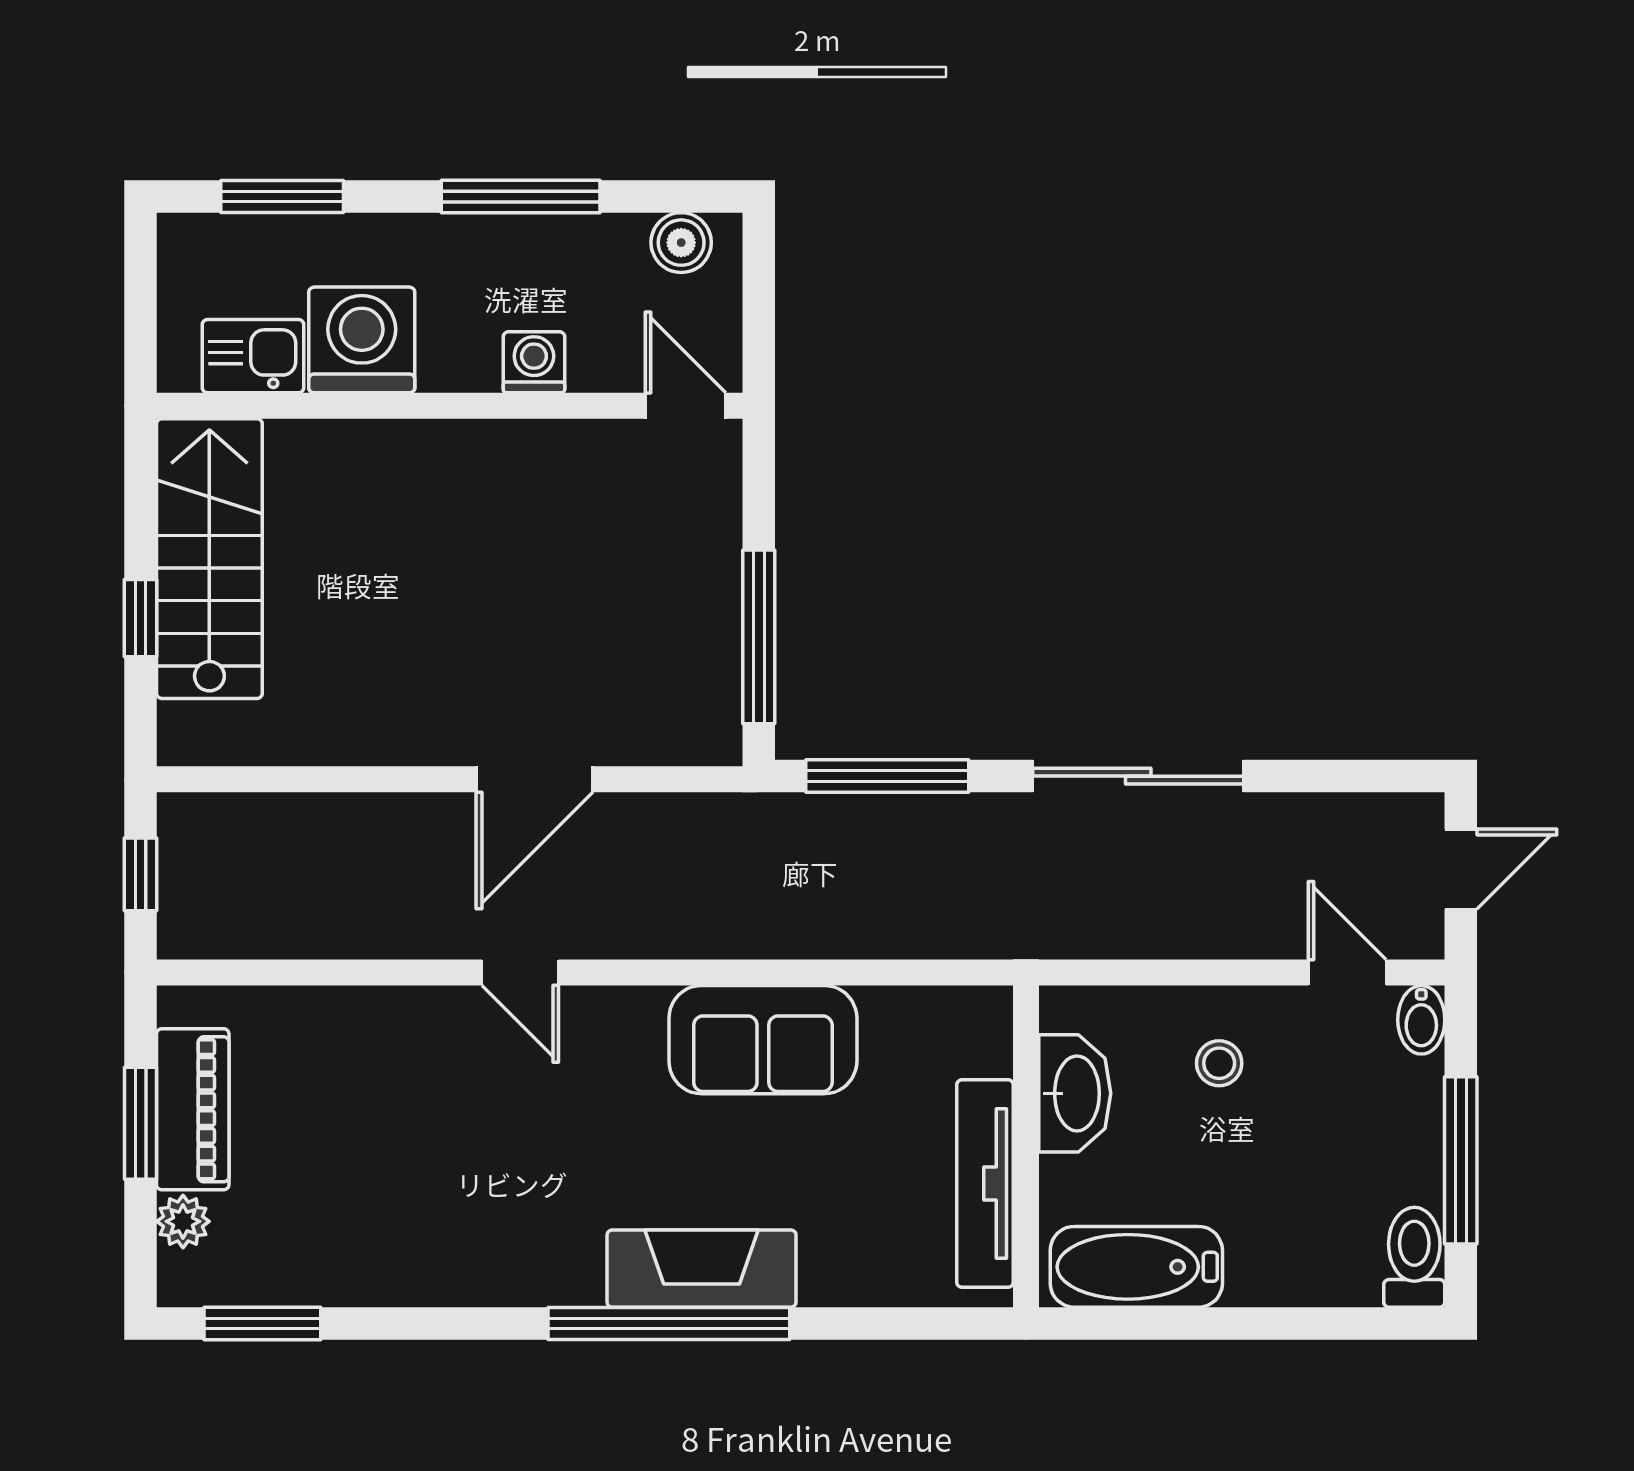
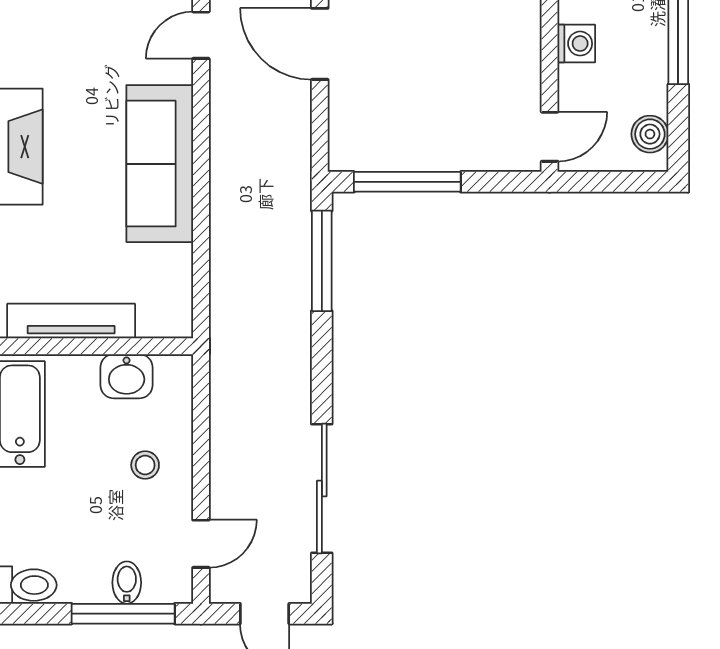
sliding door: (1138, 776) -> (322, 488), moved
bidet: (1421, 1020) -> (127, 583), moved, turned 90
sofa: (763, 1040) -> (160, 164), width x1.36
washbasin: (1075, 1093) -> (127, 376), width x0.72
window: (1461, 1160) -> (123, 614), moved

